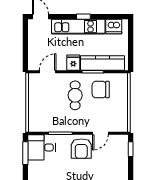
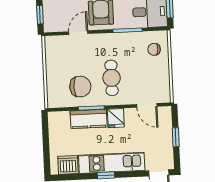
window: (25, 45) -> (176, 137), added
kitchen counter: (103, 63) -> (89, 119), width x0.67
door: (48, 72) -> (147, 105), hinge flipped
chair: (40, 117) -> (154, 49), added

